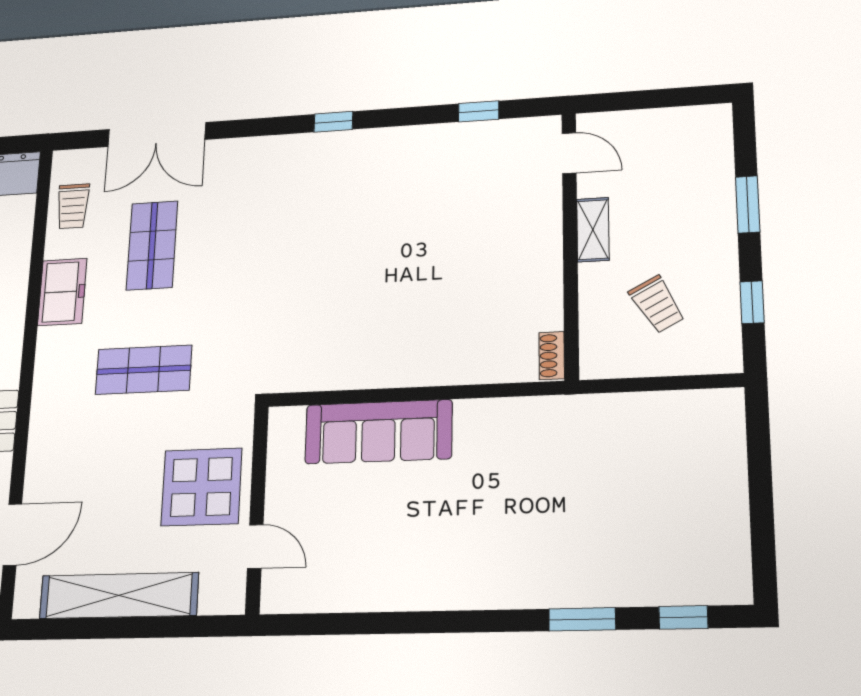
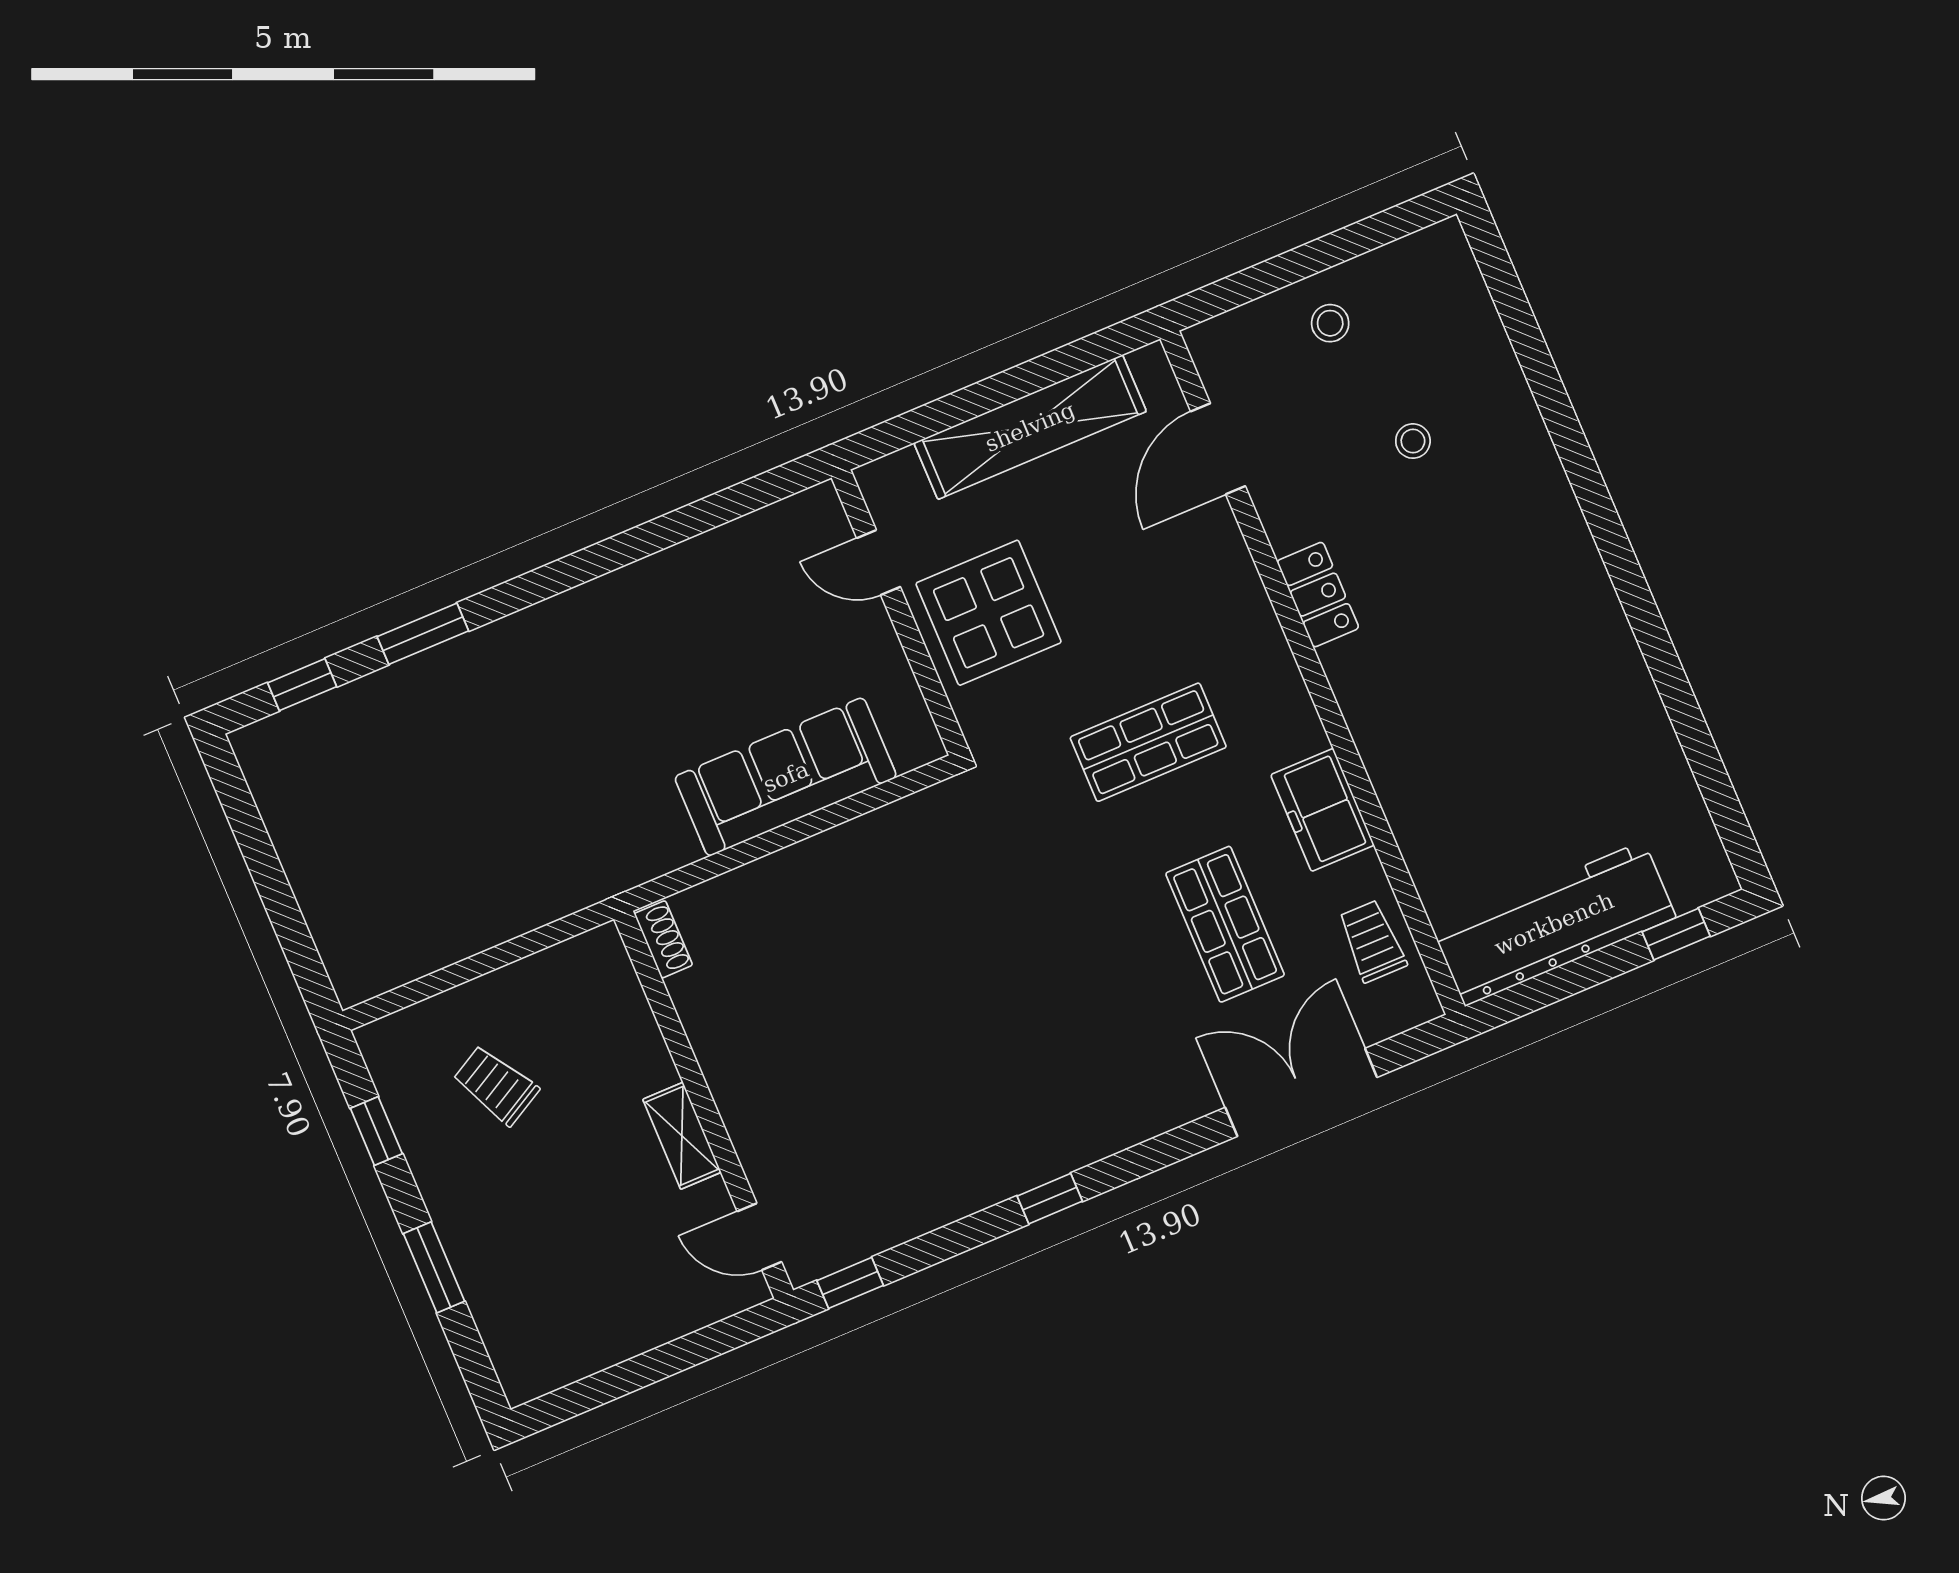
door: (569, 153) -> (759, 1237), moved
shelving: (593, 230) -> (682, 1136), moved
wall: (570, 244) -> (704, 1105), moved
shoe rack: (552, 356) -> (663, 939), moved

